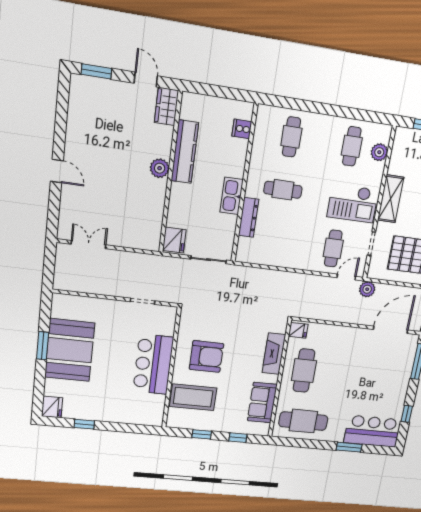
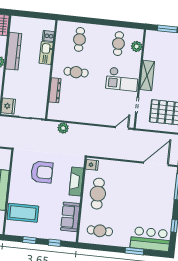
kitchen sink: (232, 196) -> (46, 53), moved
cafe table: (333, 248) -> (112, 109), removed
plant: (367, 289) -> (63, 128), moved
armchair: (206, 356) -> (42, 172), moved
cafe table: (303, 421) -> (100, 231), width x0.73, depth x0.74

